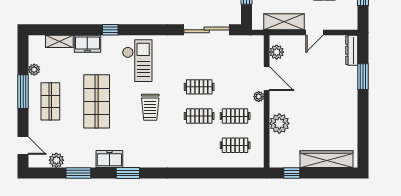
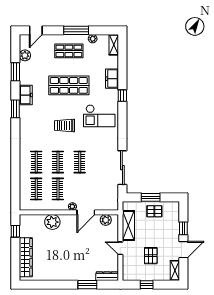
shelving: (59, 41) -> (114, 45), moved
clothes rail: (199, 145) -> (36, 162), added

